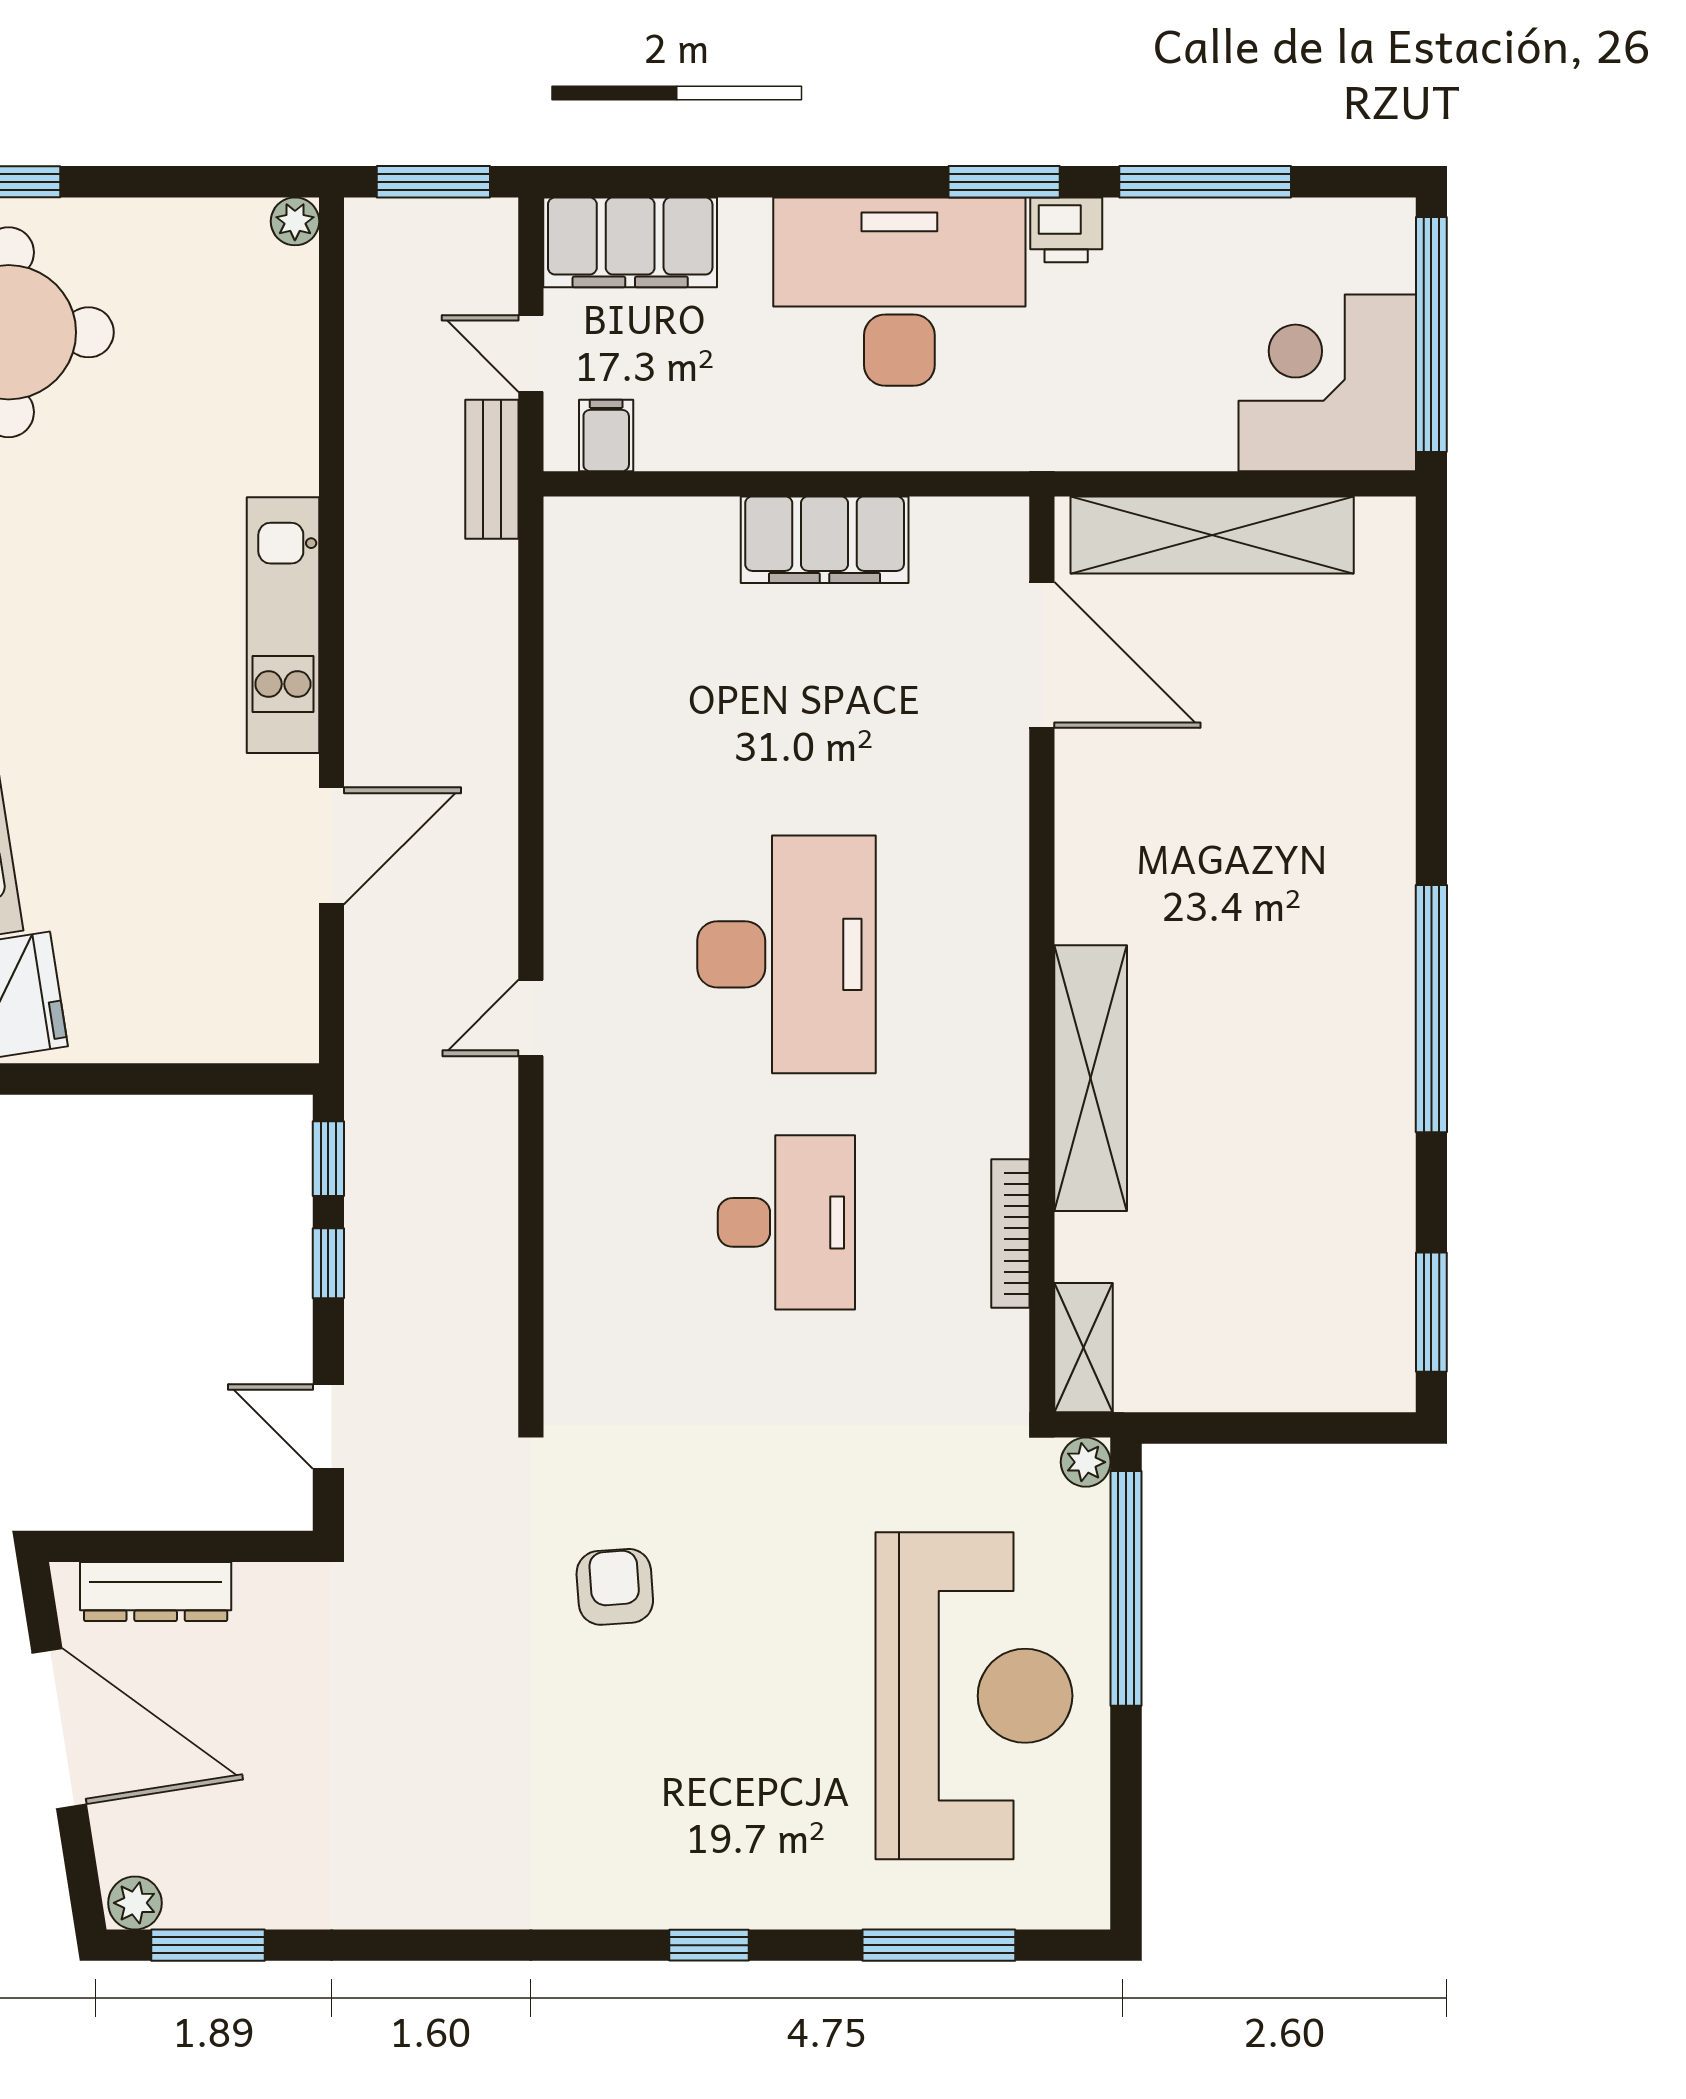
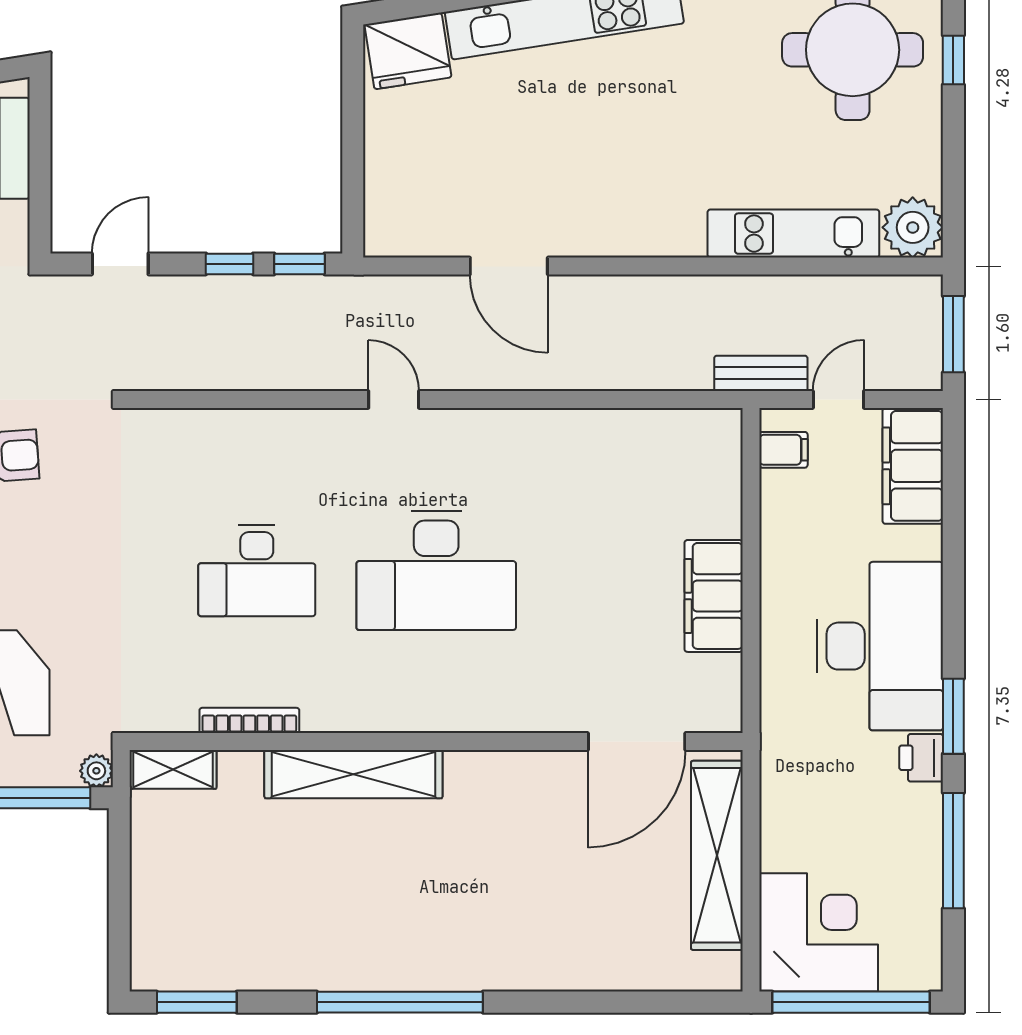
plant: (295, 221) -> (913, 227), width x1.88, depth x1.88
kitchen unit: (283, 625) -> (793, 234), moved

